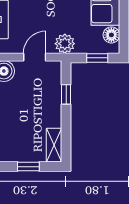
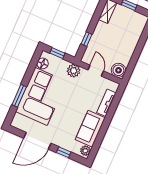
door: (35, 57) -> (96, 71), swing flipped

